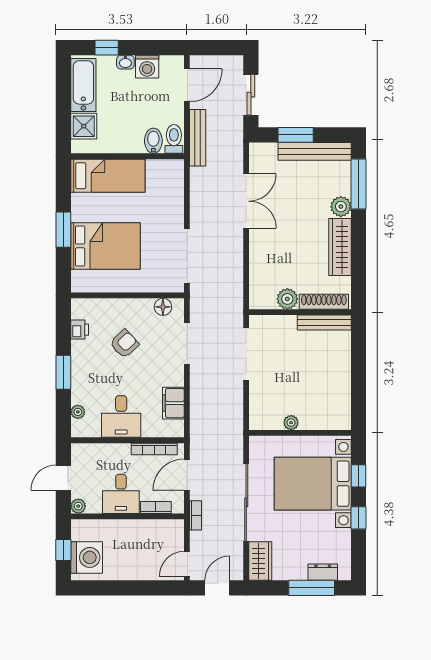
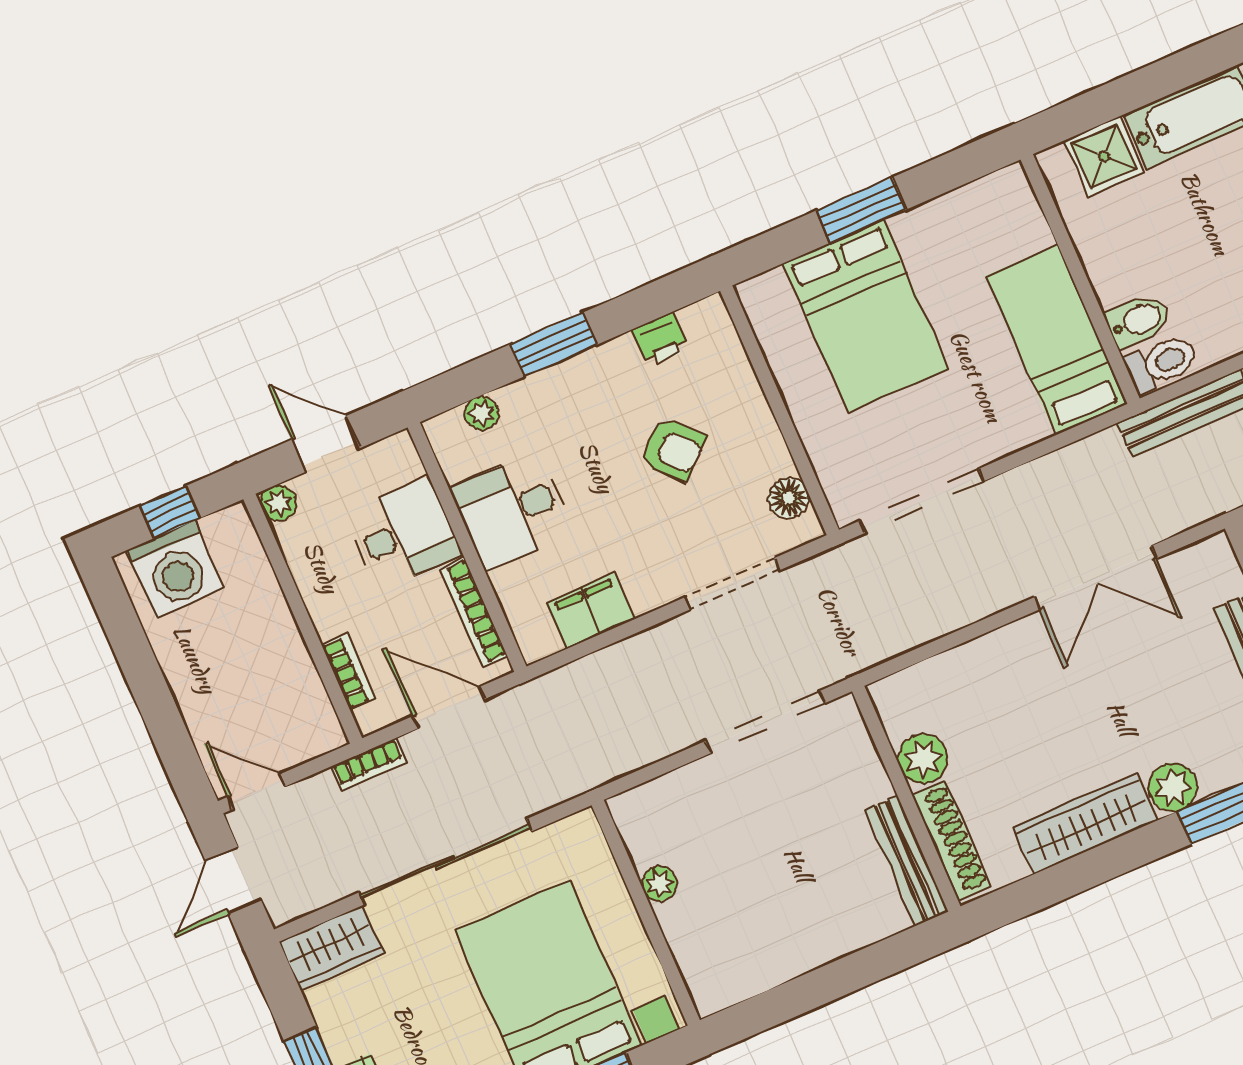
bed: (108, 176) -> (1057, 340), moved, turned 180
desk: (121, 494) -> (403, 534), moved, turned 180
door: (217, 588) -> (233, 880), swing flipped

